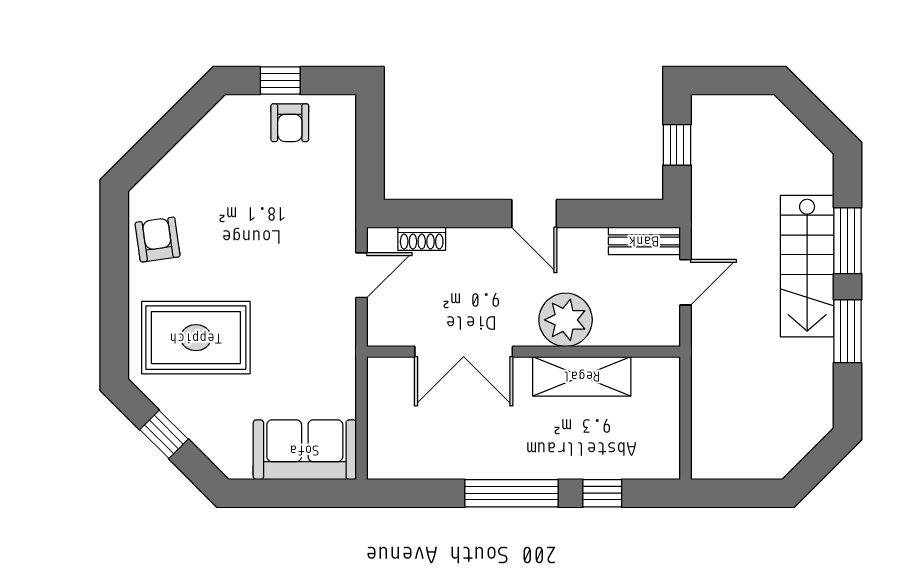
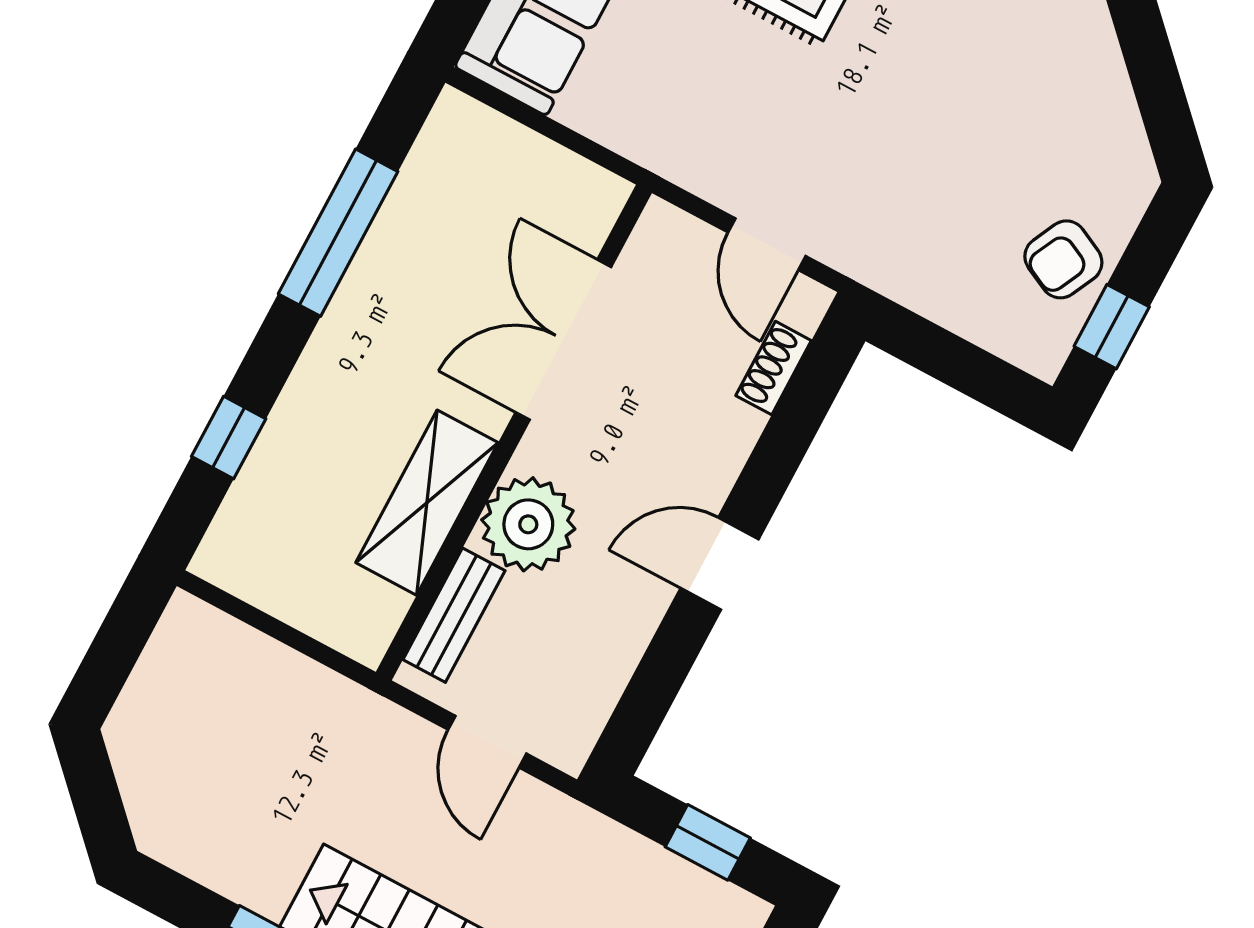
window: (280, 81) -> (1112, 327), moved
armchair: (290, 123) -> (1063, 259), turned -64
bench: (644, 241) -> (454, 615), moved
window: (512, 493) -> (338, 233), moved

